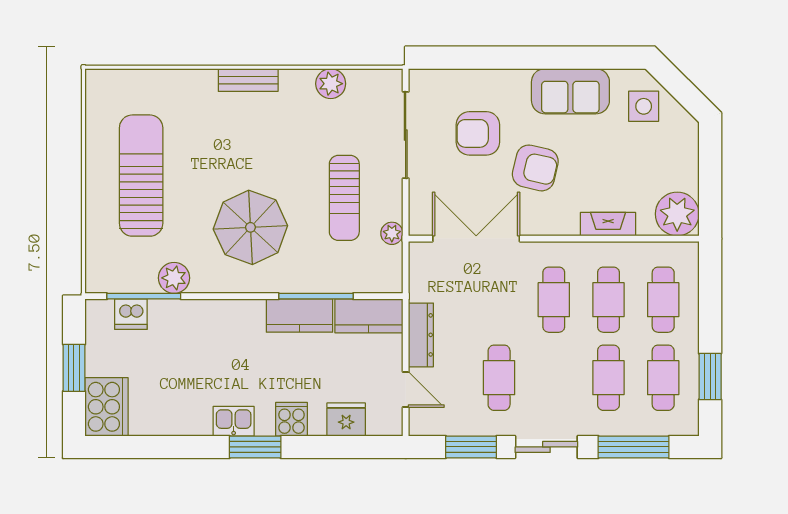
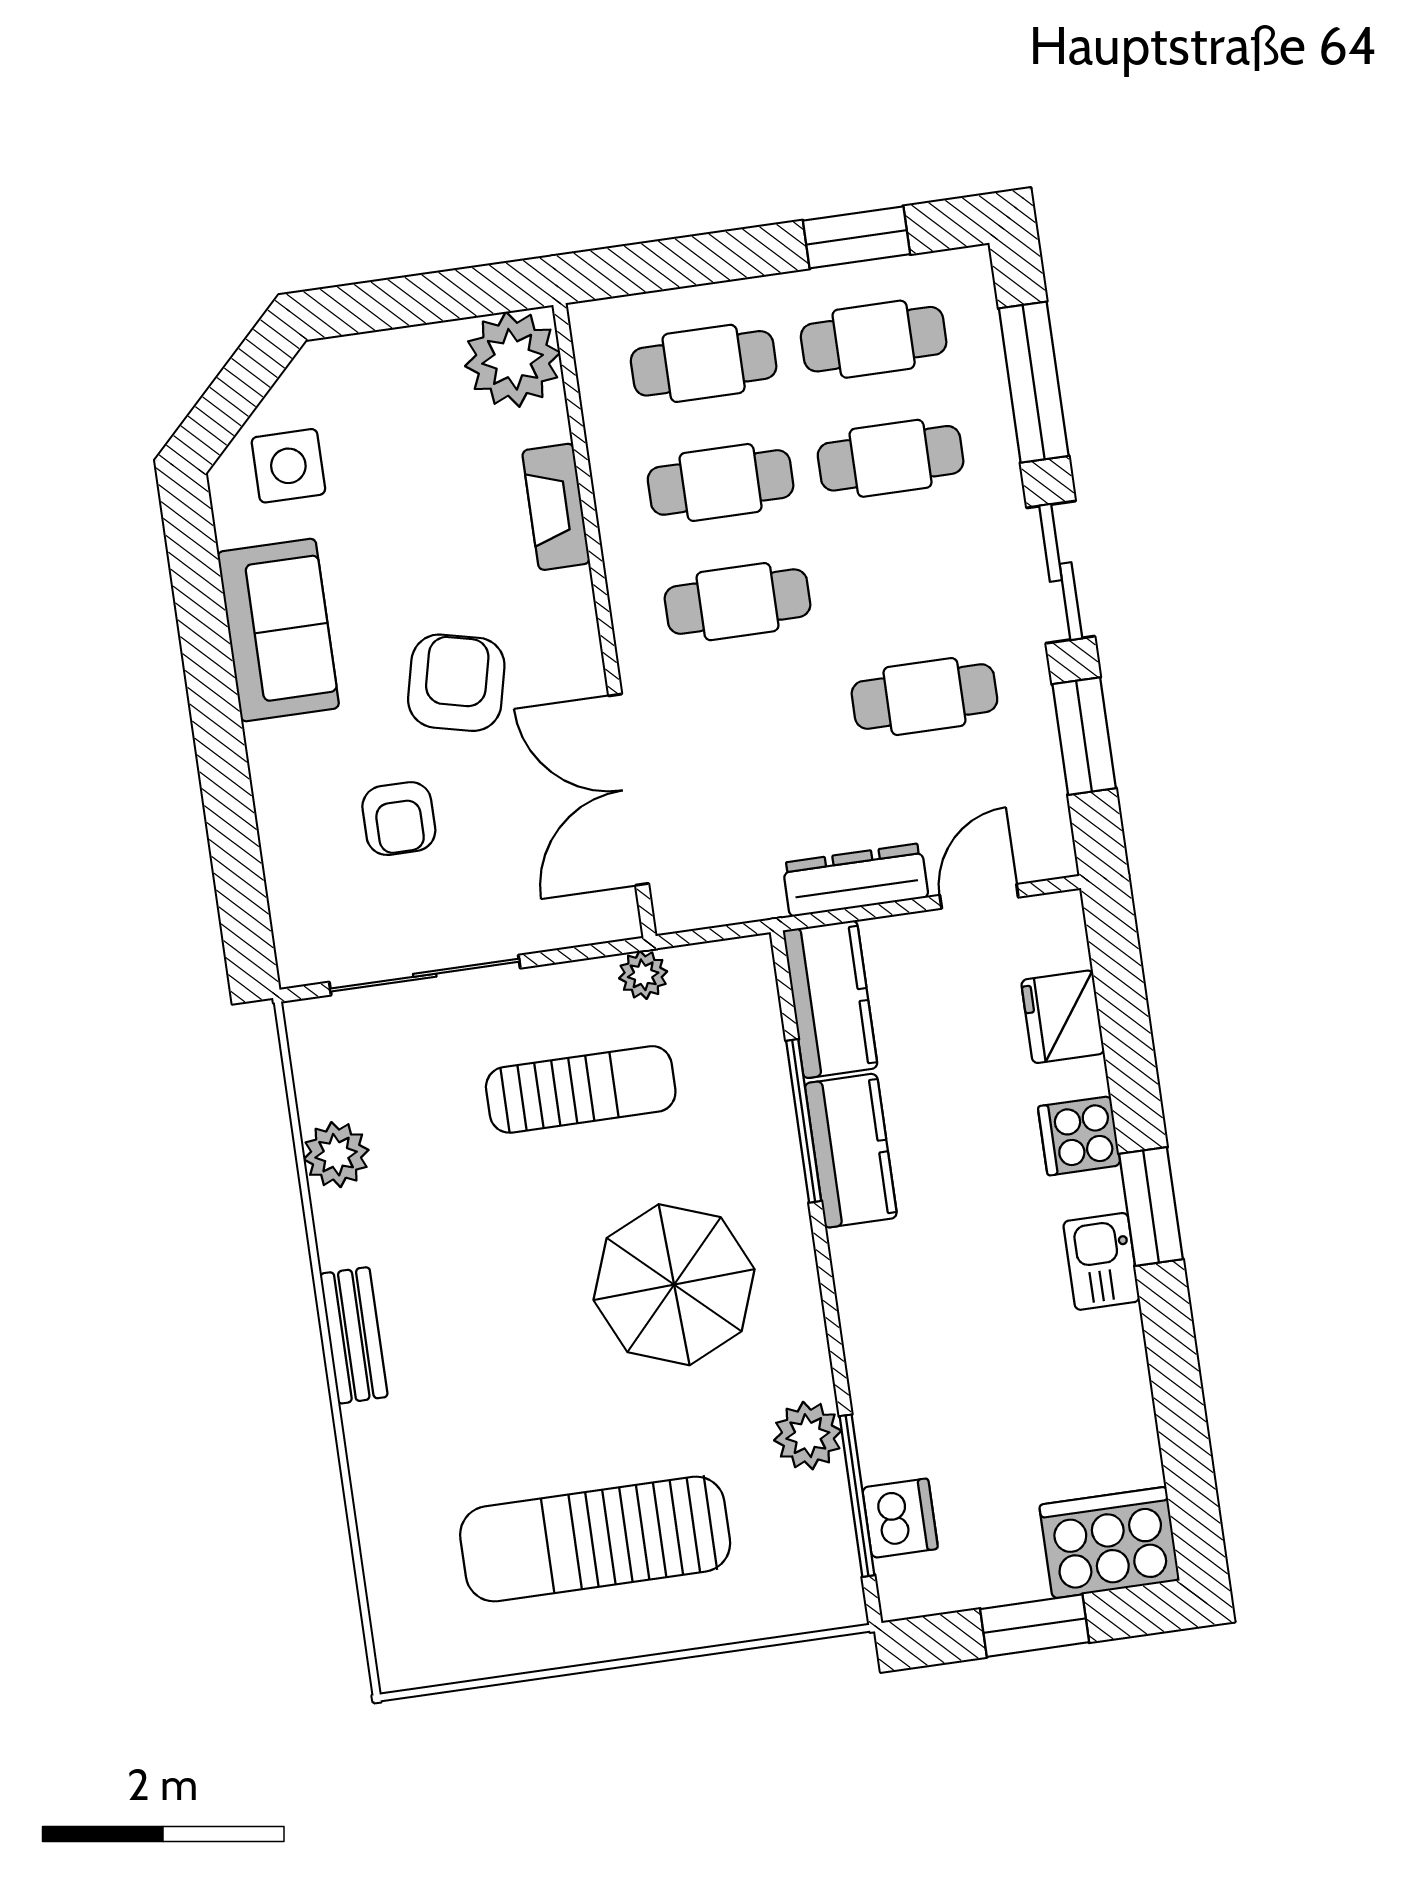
armchair: (478, 133) -> (399, 819), width x0.72, depth x0.72

